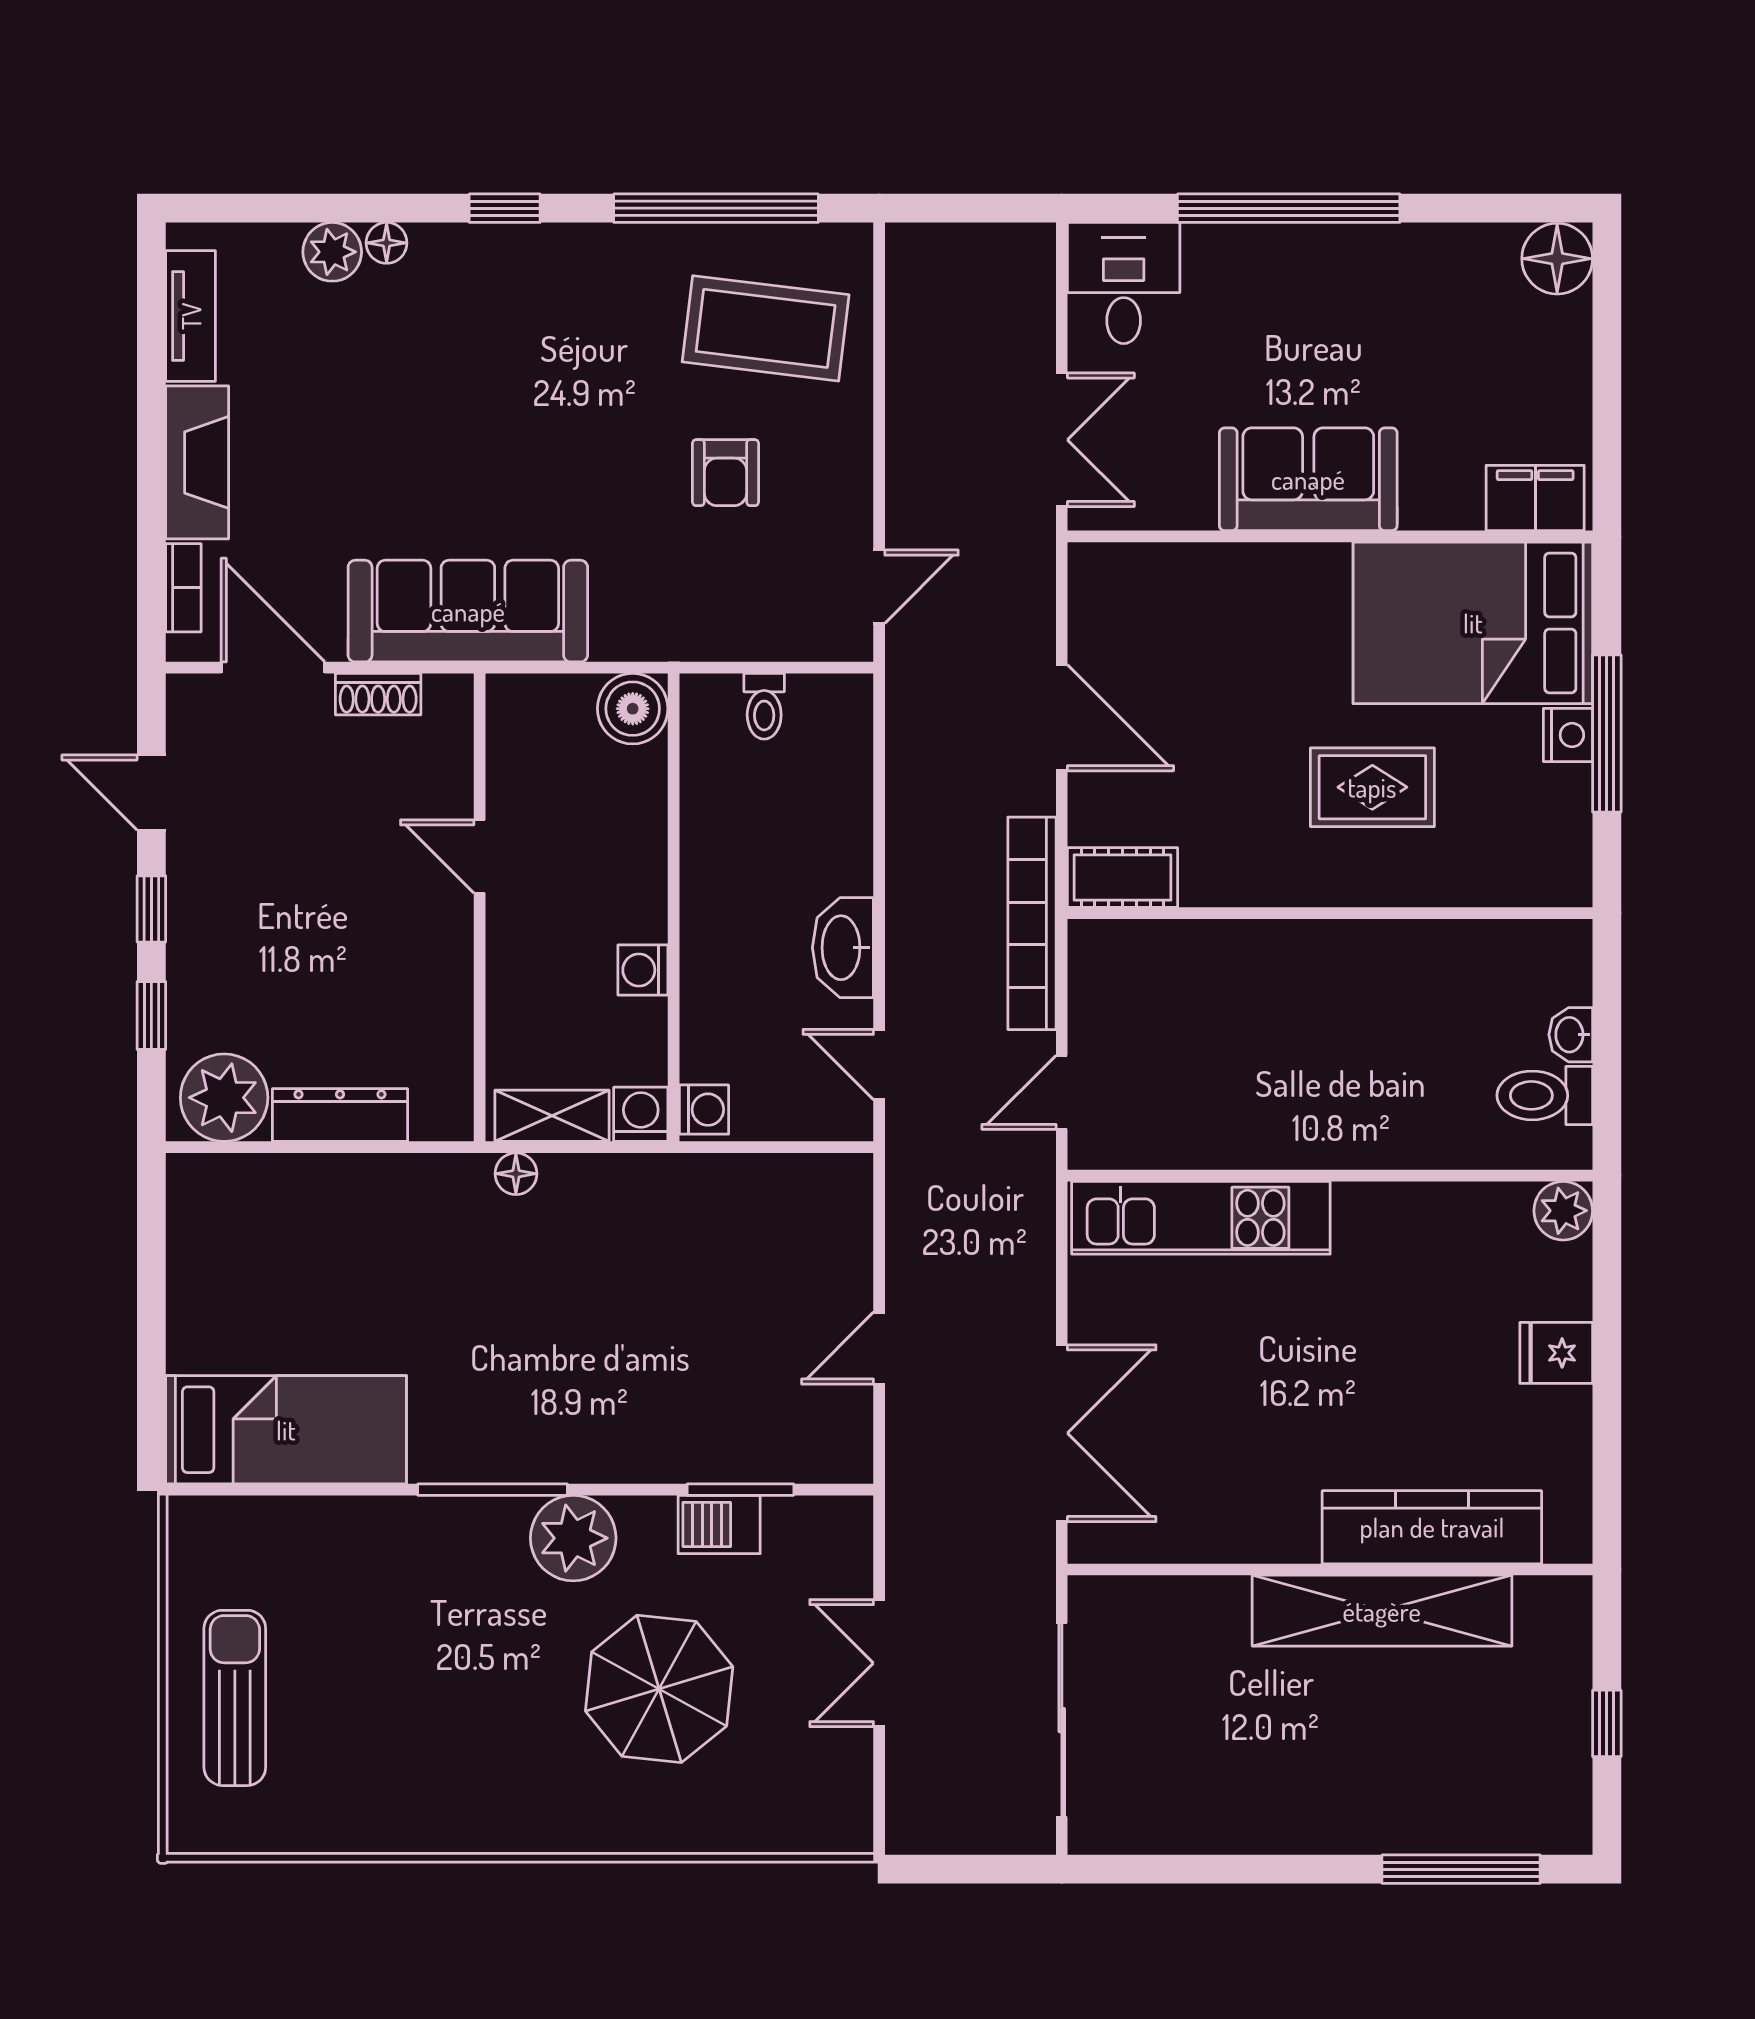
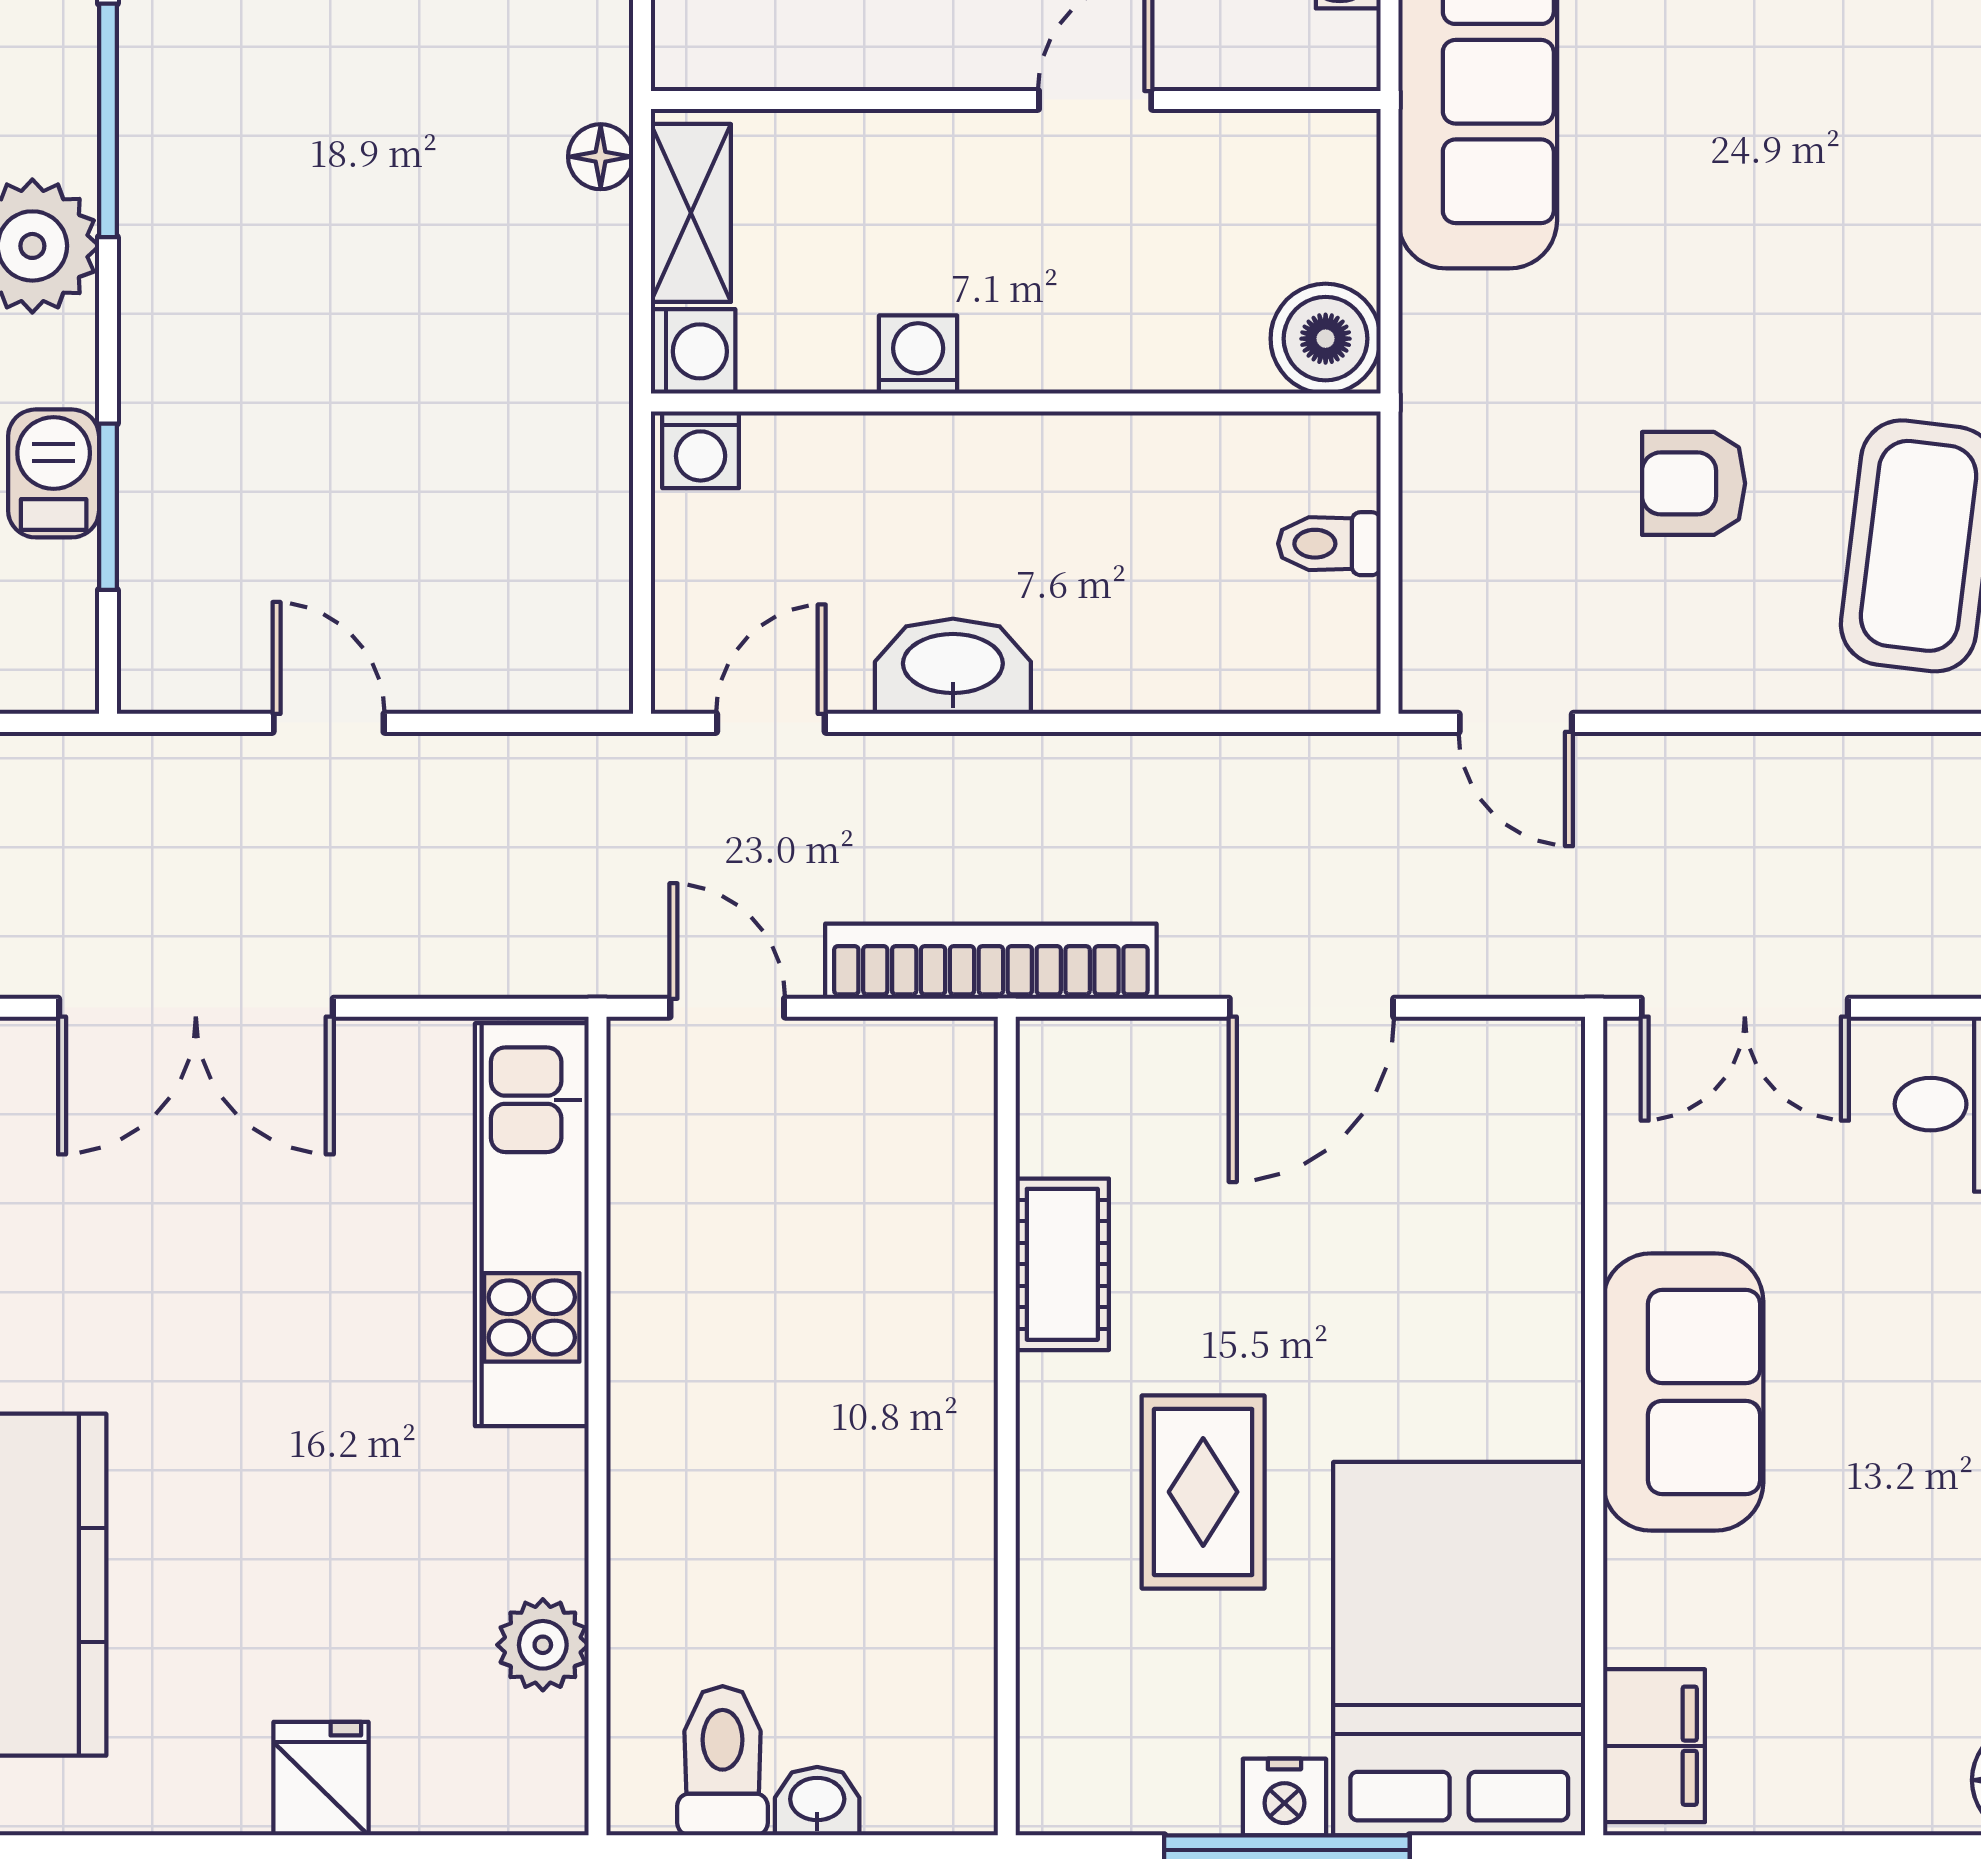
cot: (1122, 878) -> (1062, 1264), moved
plant: (1563, 1211) -> (543, 1645), moved

